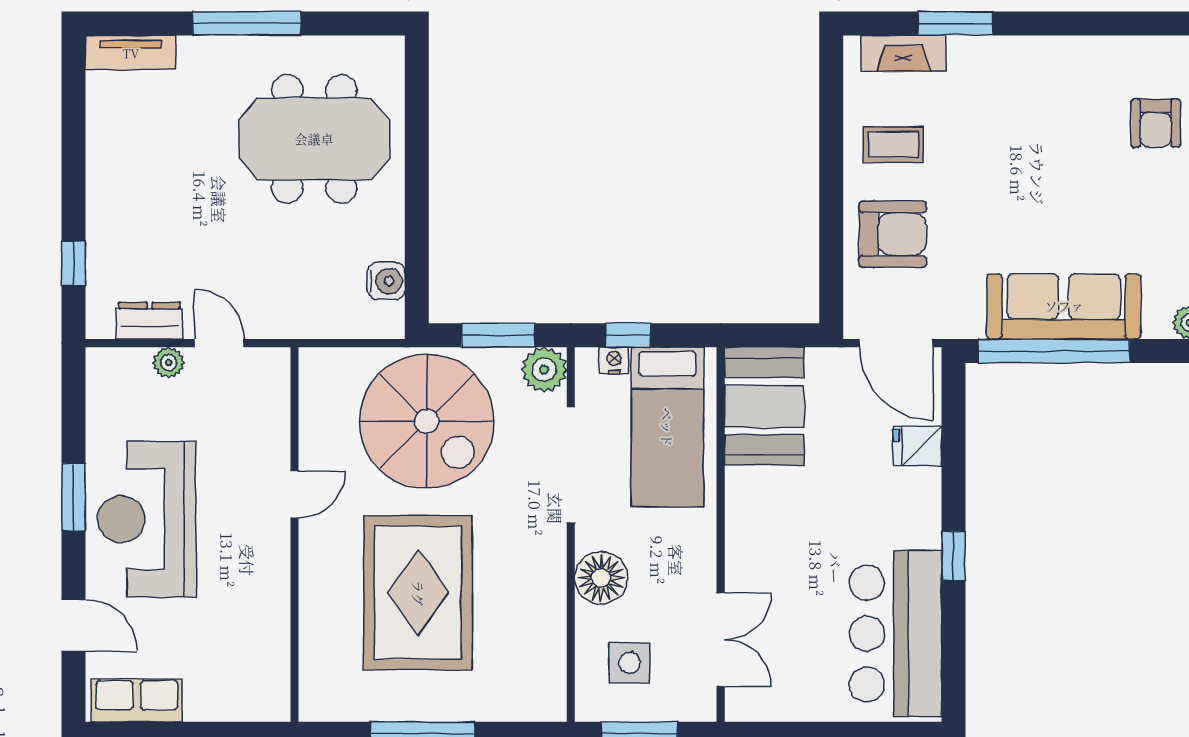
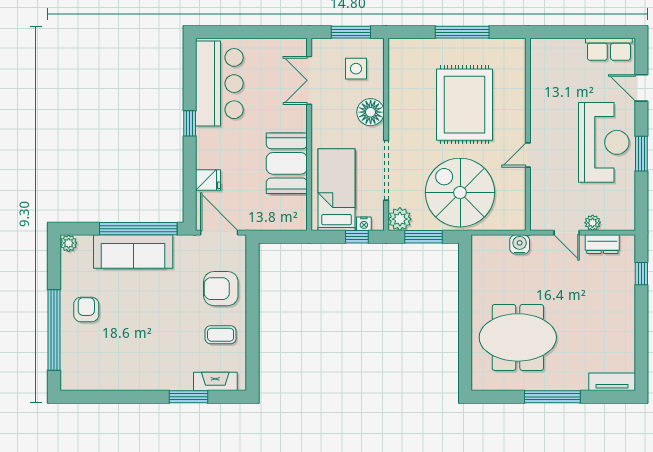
armchair: (1156, 123) -> (86, 310), moved
water cooler: (386, 281) -> (520, 244), moved, turned 90
booth: (764, 406) -> (287, 163), moved

